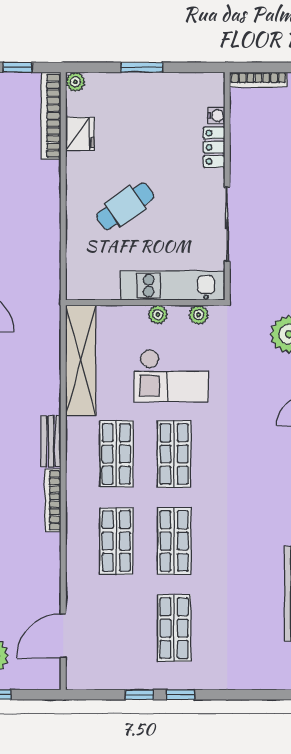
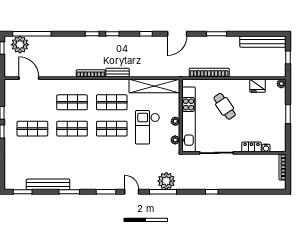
bookcase: (51, 116) -> (209, 73), moved
kitchen unit: (173, 286) -> (188, 119), width x1.36

